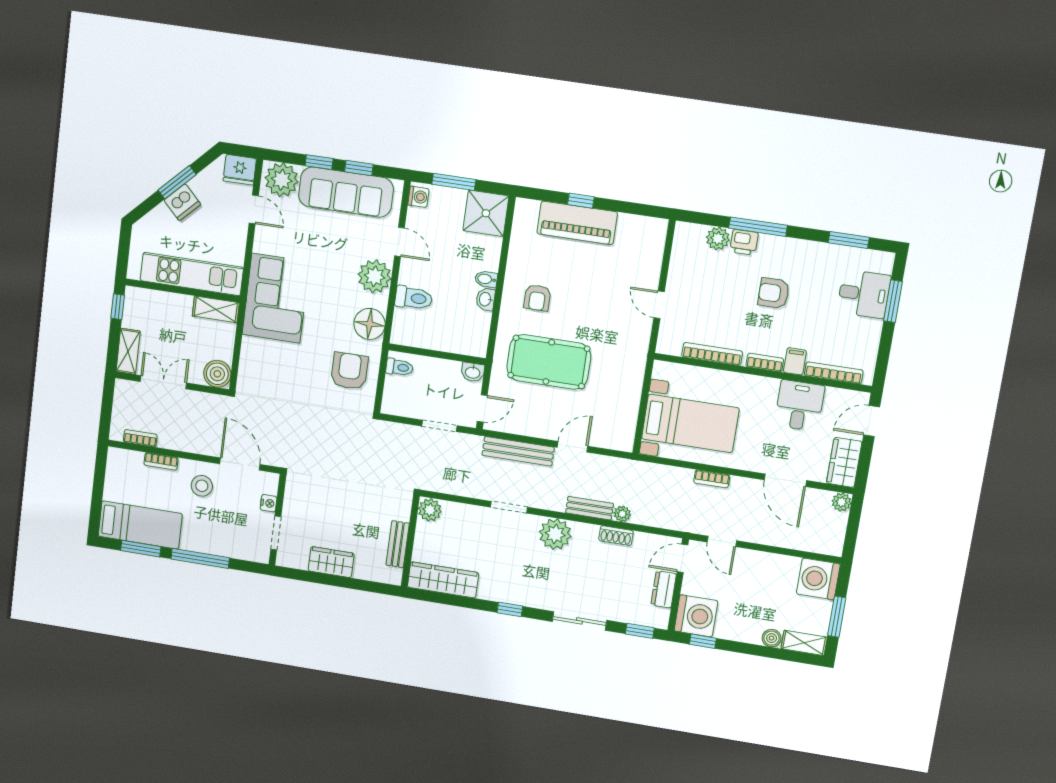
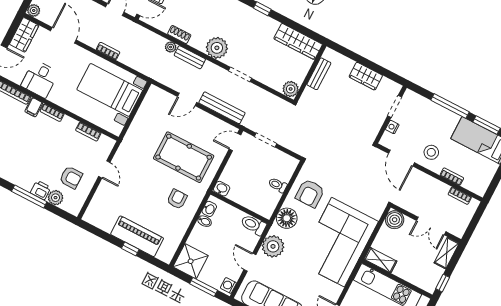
armchair: (774, 293) -> (71, 177), moved
corner sofa: (276, 298) -> (338, 242), width x1.36, depth x1.36
wall: (437, 354) -> (240, 207), moved
bookcase: (712, 354) -> (88, 132), width x0.64
washbasin: (473, 372) -> (222, 189), moved

